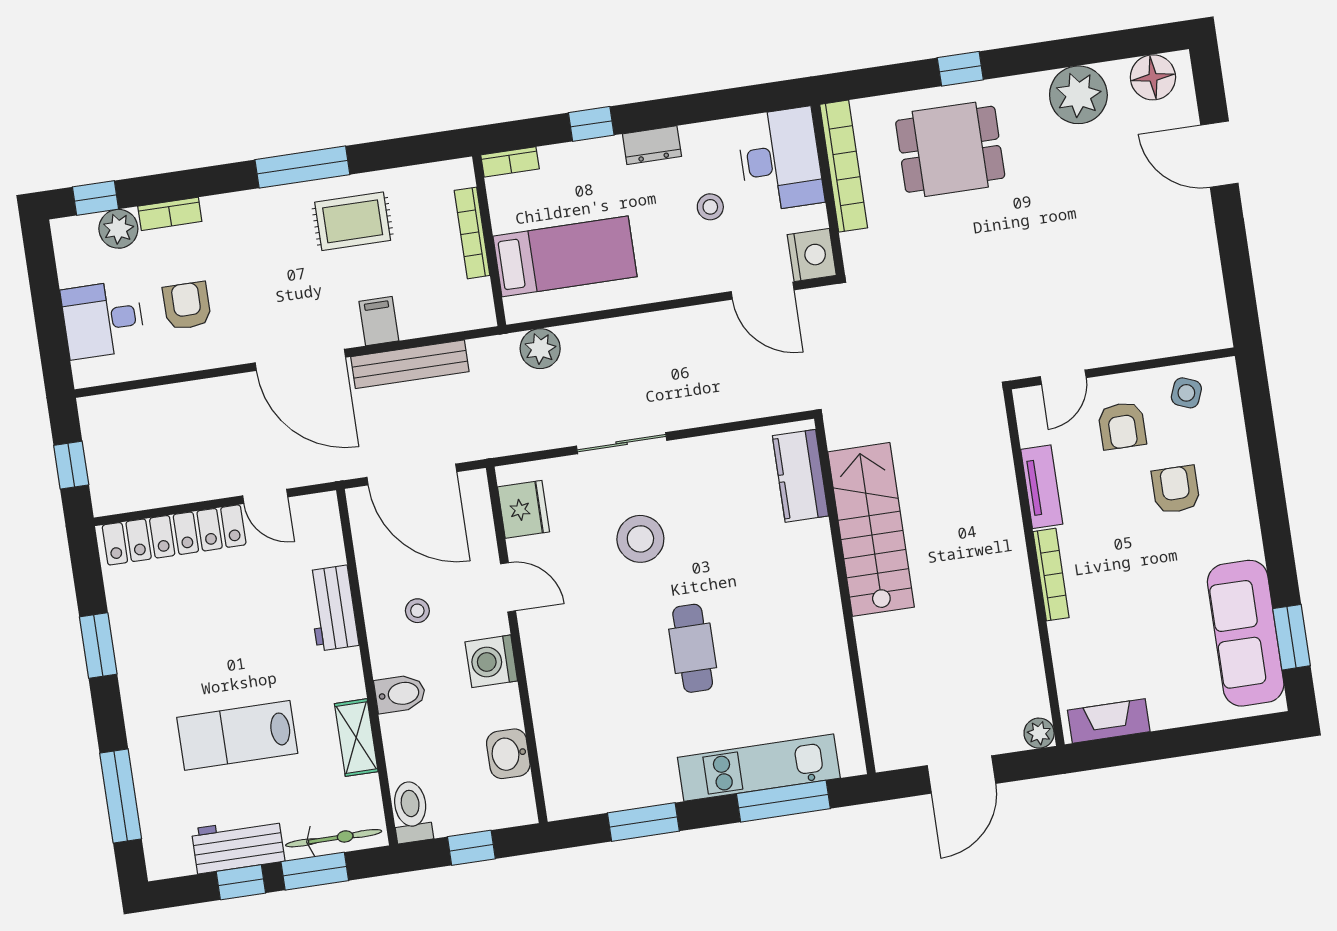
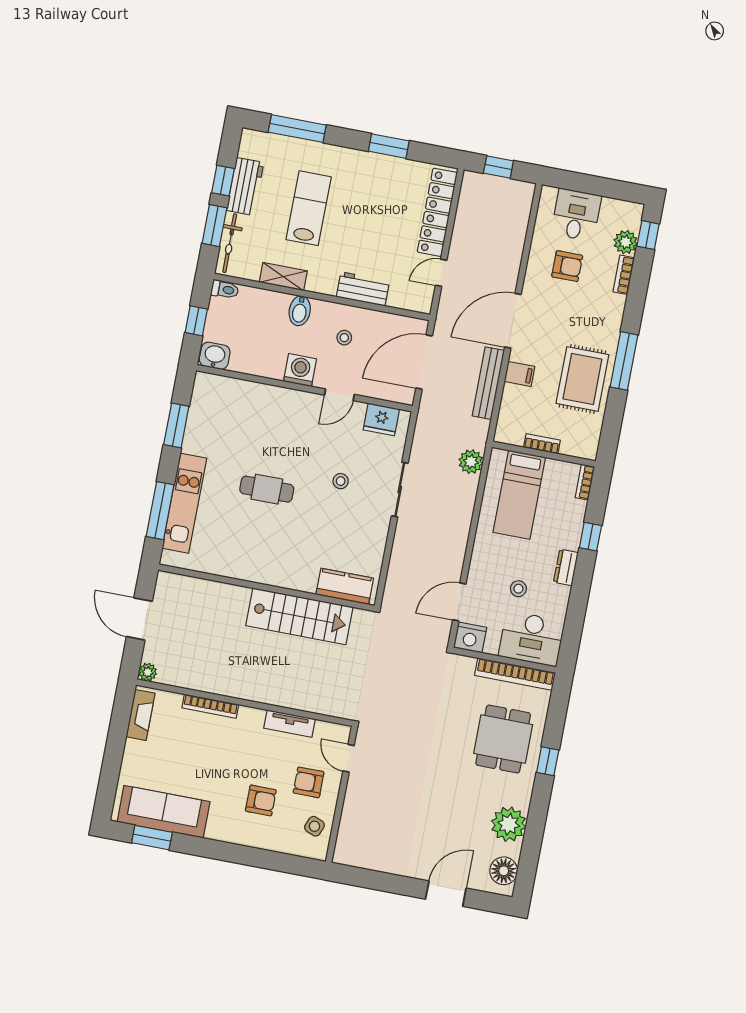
rug: (353, 221) -> (582, 379), width x1.36, depth x1.43
bookcase: (472, 233) -> (542, 444), width x0.64
stool: (640, 539) -> (341, 481), width x0.53, depth x0.53
bookcase: (1051, 575) -> (210, 706), moved
washbasin: (508, 754) -> (215, 356), moved
toilet: (411, 812) -> (225, 289), width x0.73, depth x0.72

